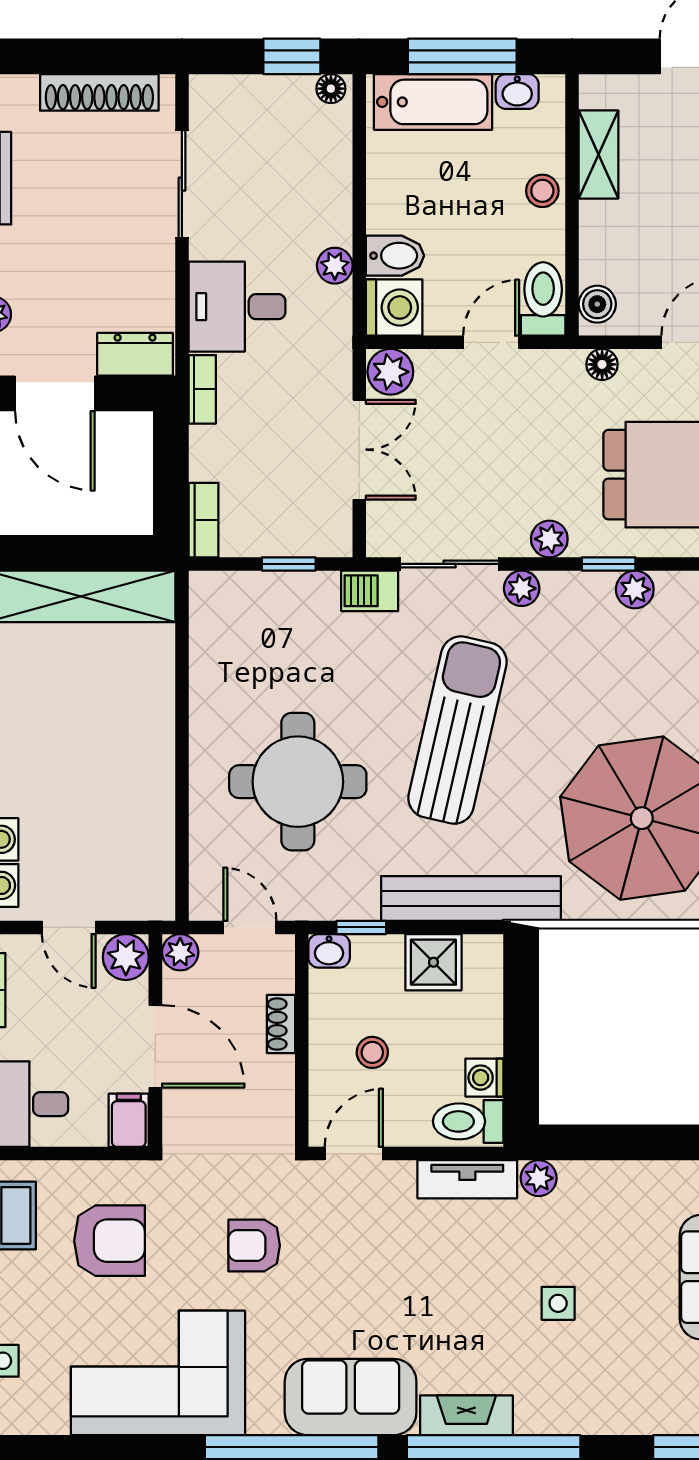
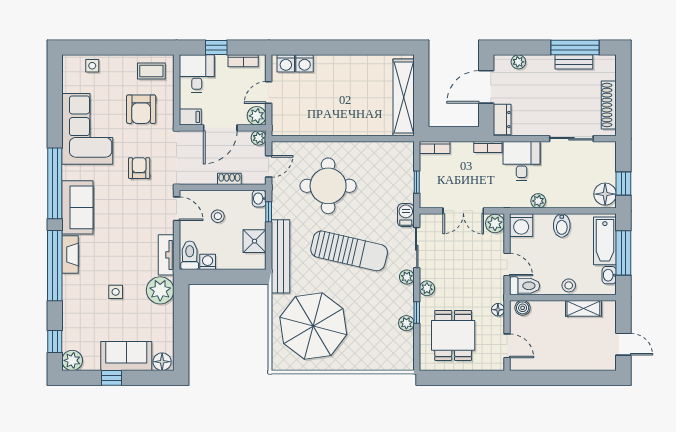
floor lamp: (331, 89) -> (605, 194), width x1.89, depth x1.89
bidet: (395, 256) -> (562, 225), moved
plant: (539, 1178) -> (160, 290), width x1.87, depth x1.87

